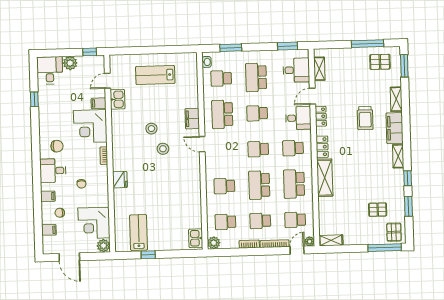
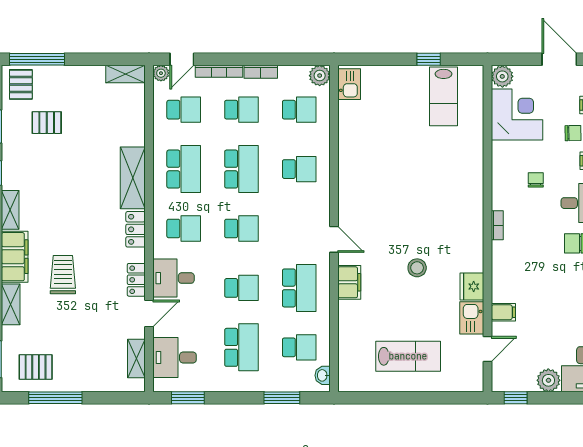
corner desk: (90, 126) -> (518, 275), removed
stool: (163, 149) -> (399, 234), removed
fridge: (120, 180) -> (472, 286), moved

